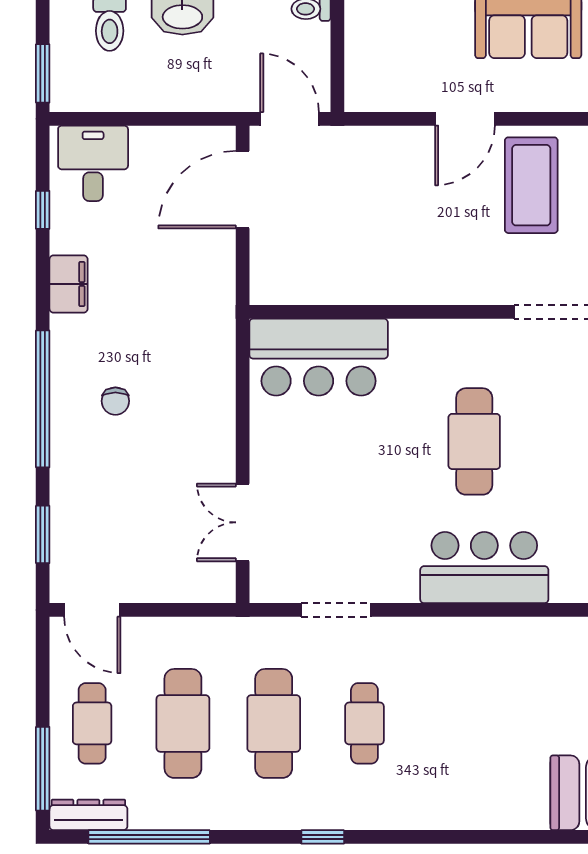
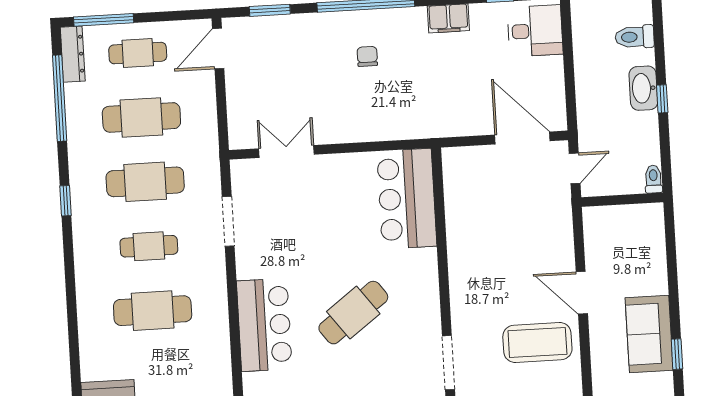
door: (290, 119) -> (575, 168), width x0.73
chair: (115, 401) -> (367, 56), turned 90
cafe table: (474, 441) -> (353, 313), turned -37
cafe table: (455, 723) -> (153, 311), added
window: (323, 837) -> (65, 201), moved

